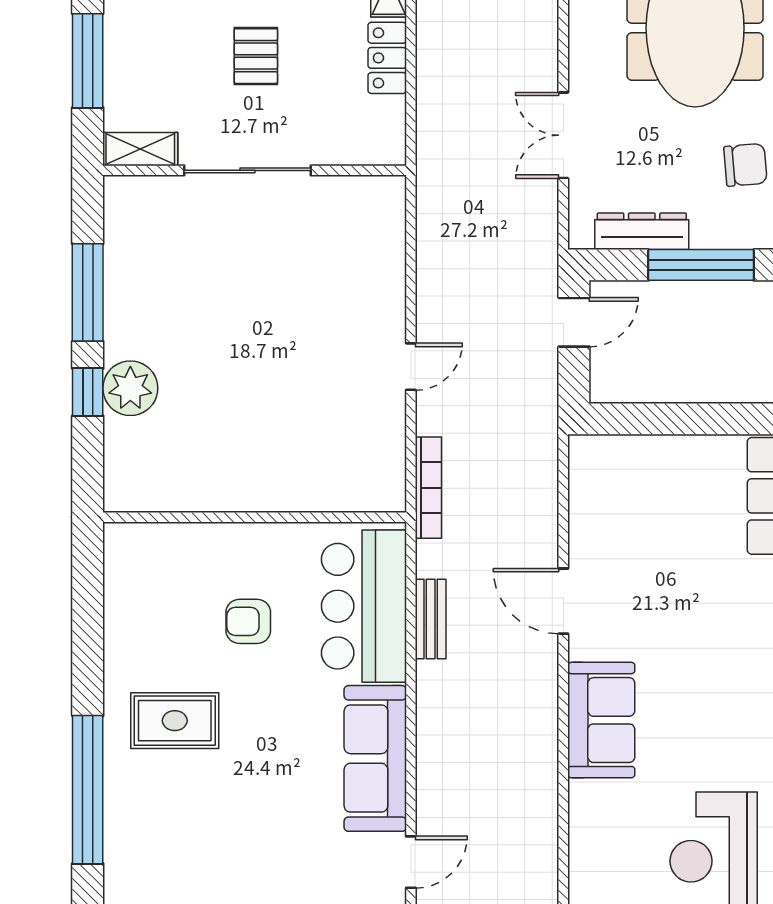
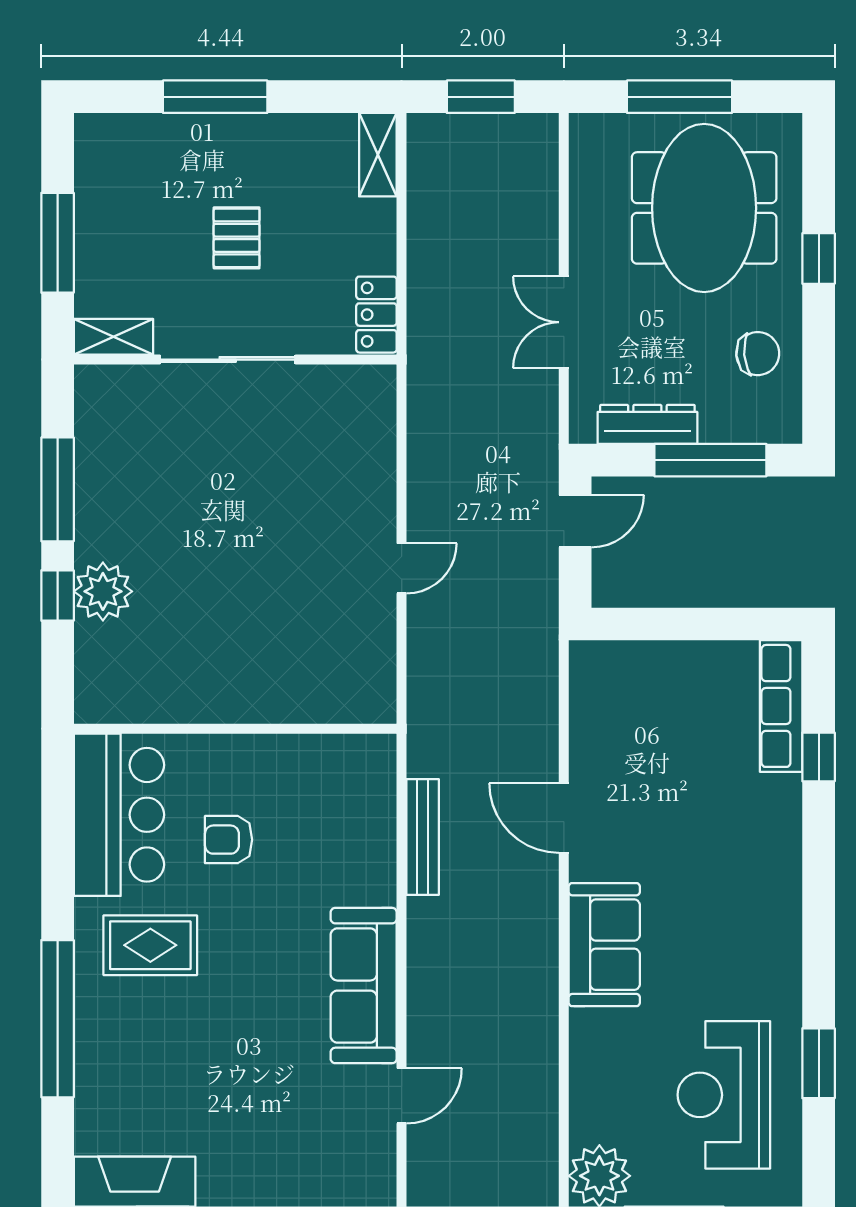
locker: (387, 58) -> (376, 315), moved
bookcase: (428, 488) -> (420, 697), removed
bar counter: (364, 606) -> (119, 815), moved, turned 180
bench: (431, 619) -> (423, 837), width x1.36

